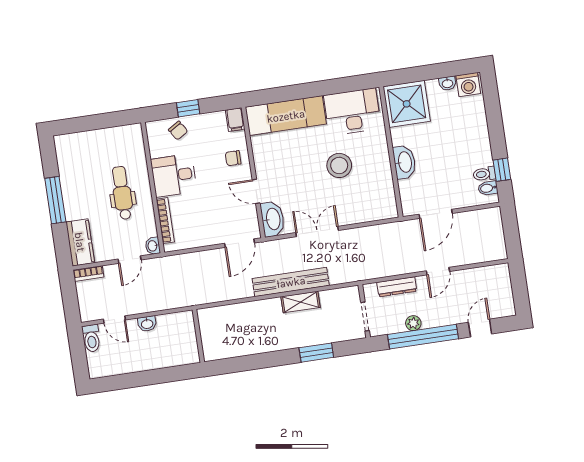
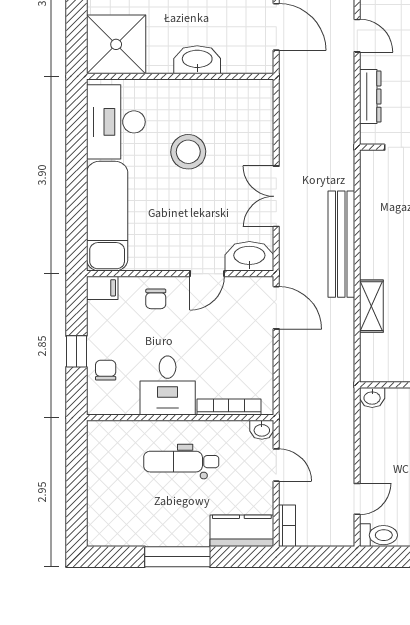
chair: (178, 131) -> (106, 370), turned -58
shelving: (300, 302) -> (371, 306), moved
washbasin: (147, 324) -> (372, 397), moved, turned 90

